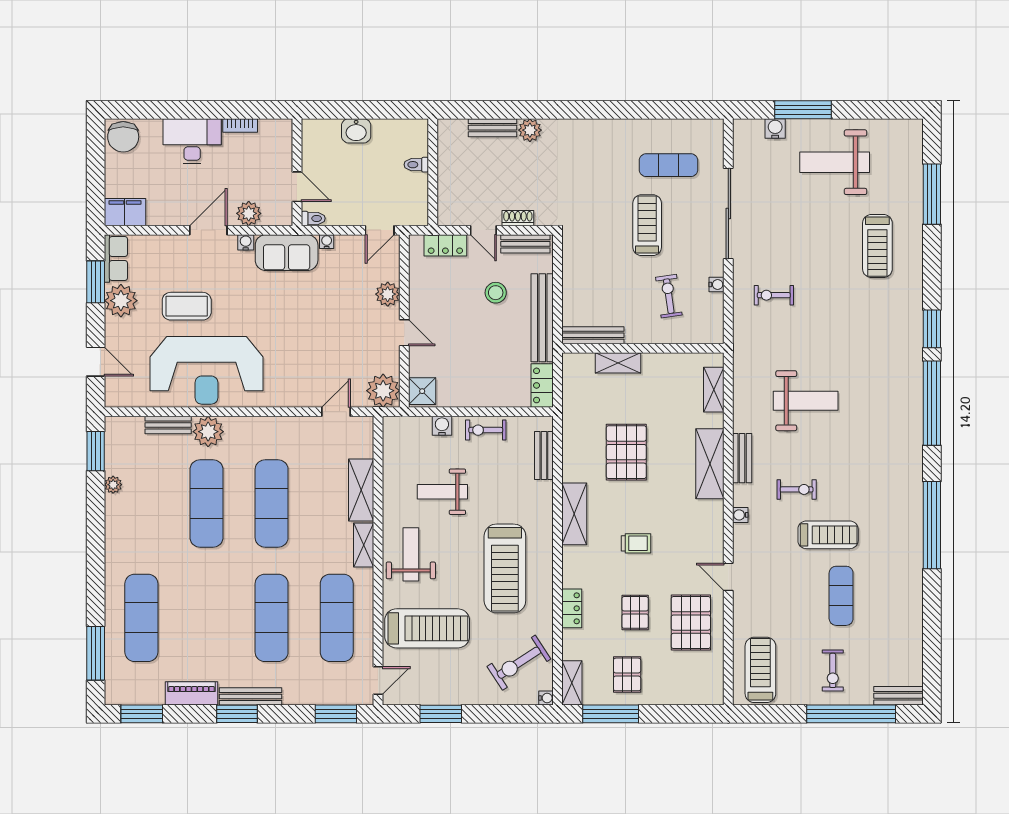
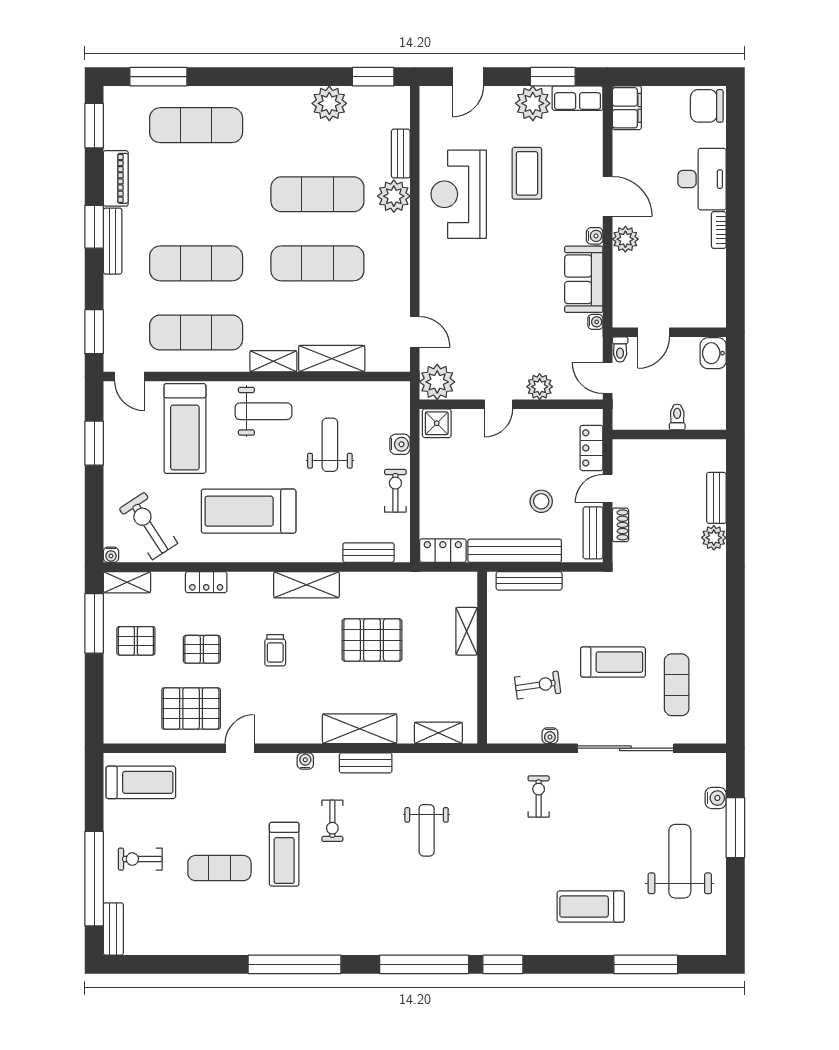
wall: (297, 172) -> (669, 332), moved
door: (297, 187) -> (654, 332), moved
toilet: (313, 218) -> (620, 350), moved
bench: (593, 335) -> (529, 581), moved, turned 90
reception desk: (206, 370) -> (459, 194), width x0.74, depth x0.77
weight bench: (806, 401) -> (427, 830), width x0.73, depth x0.75
plant: (113, 485) -> (329, 103), width x1.88, depth x1.88

